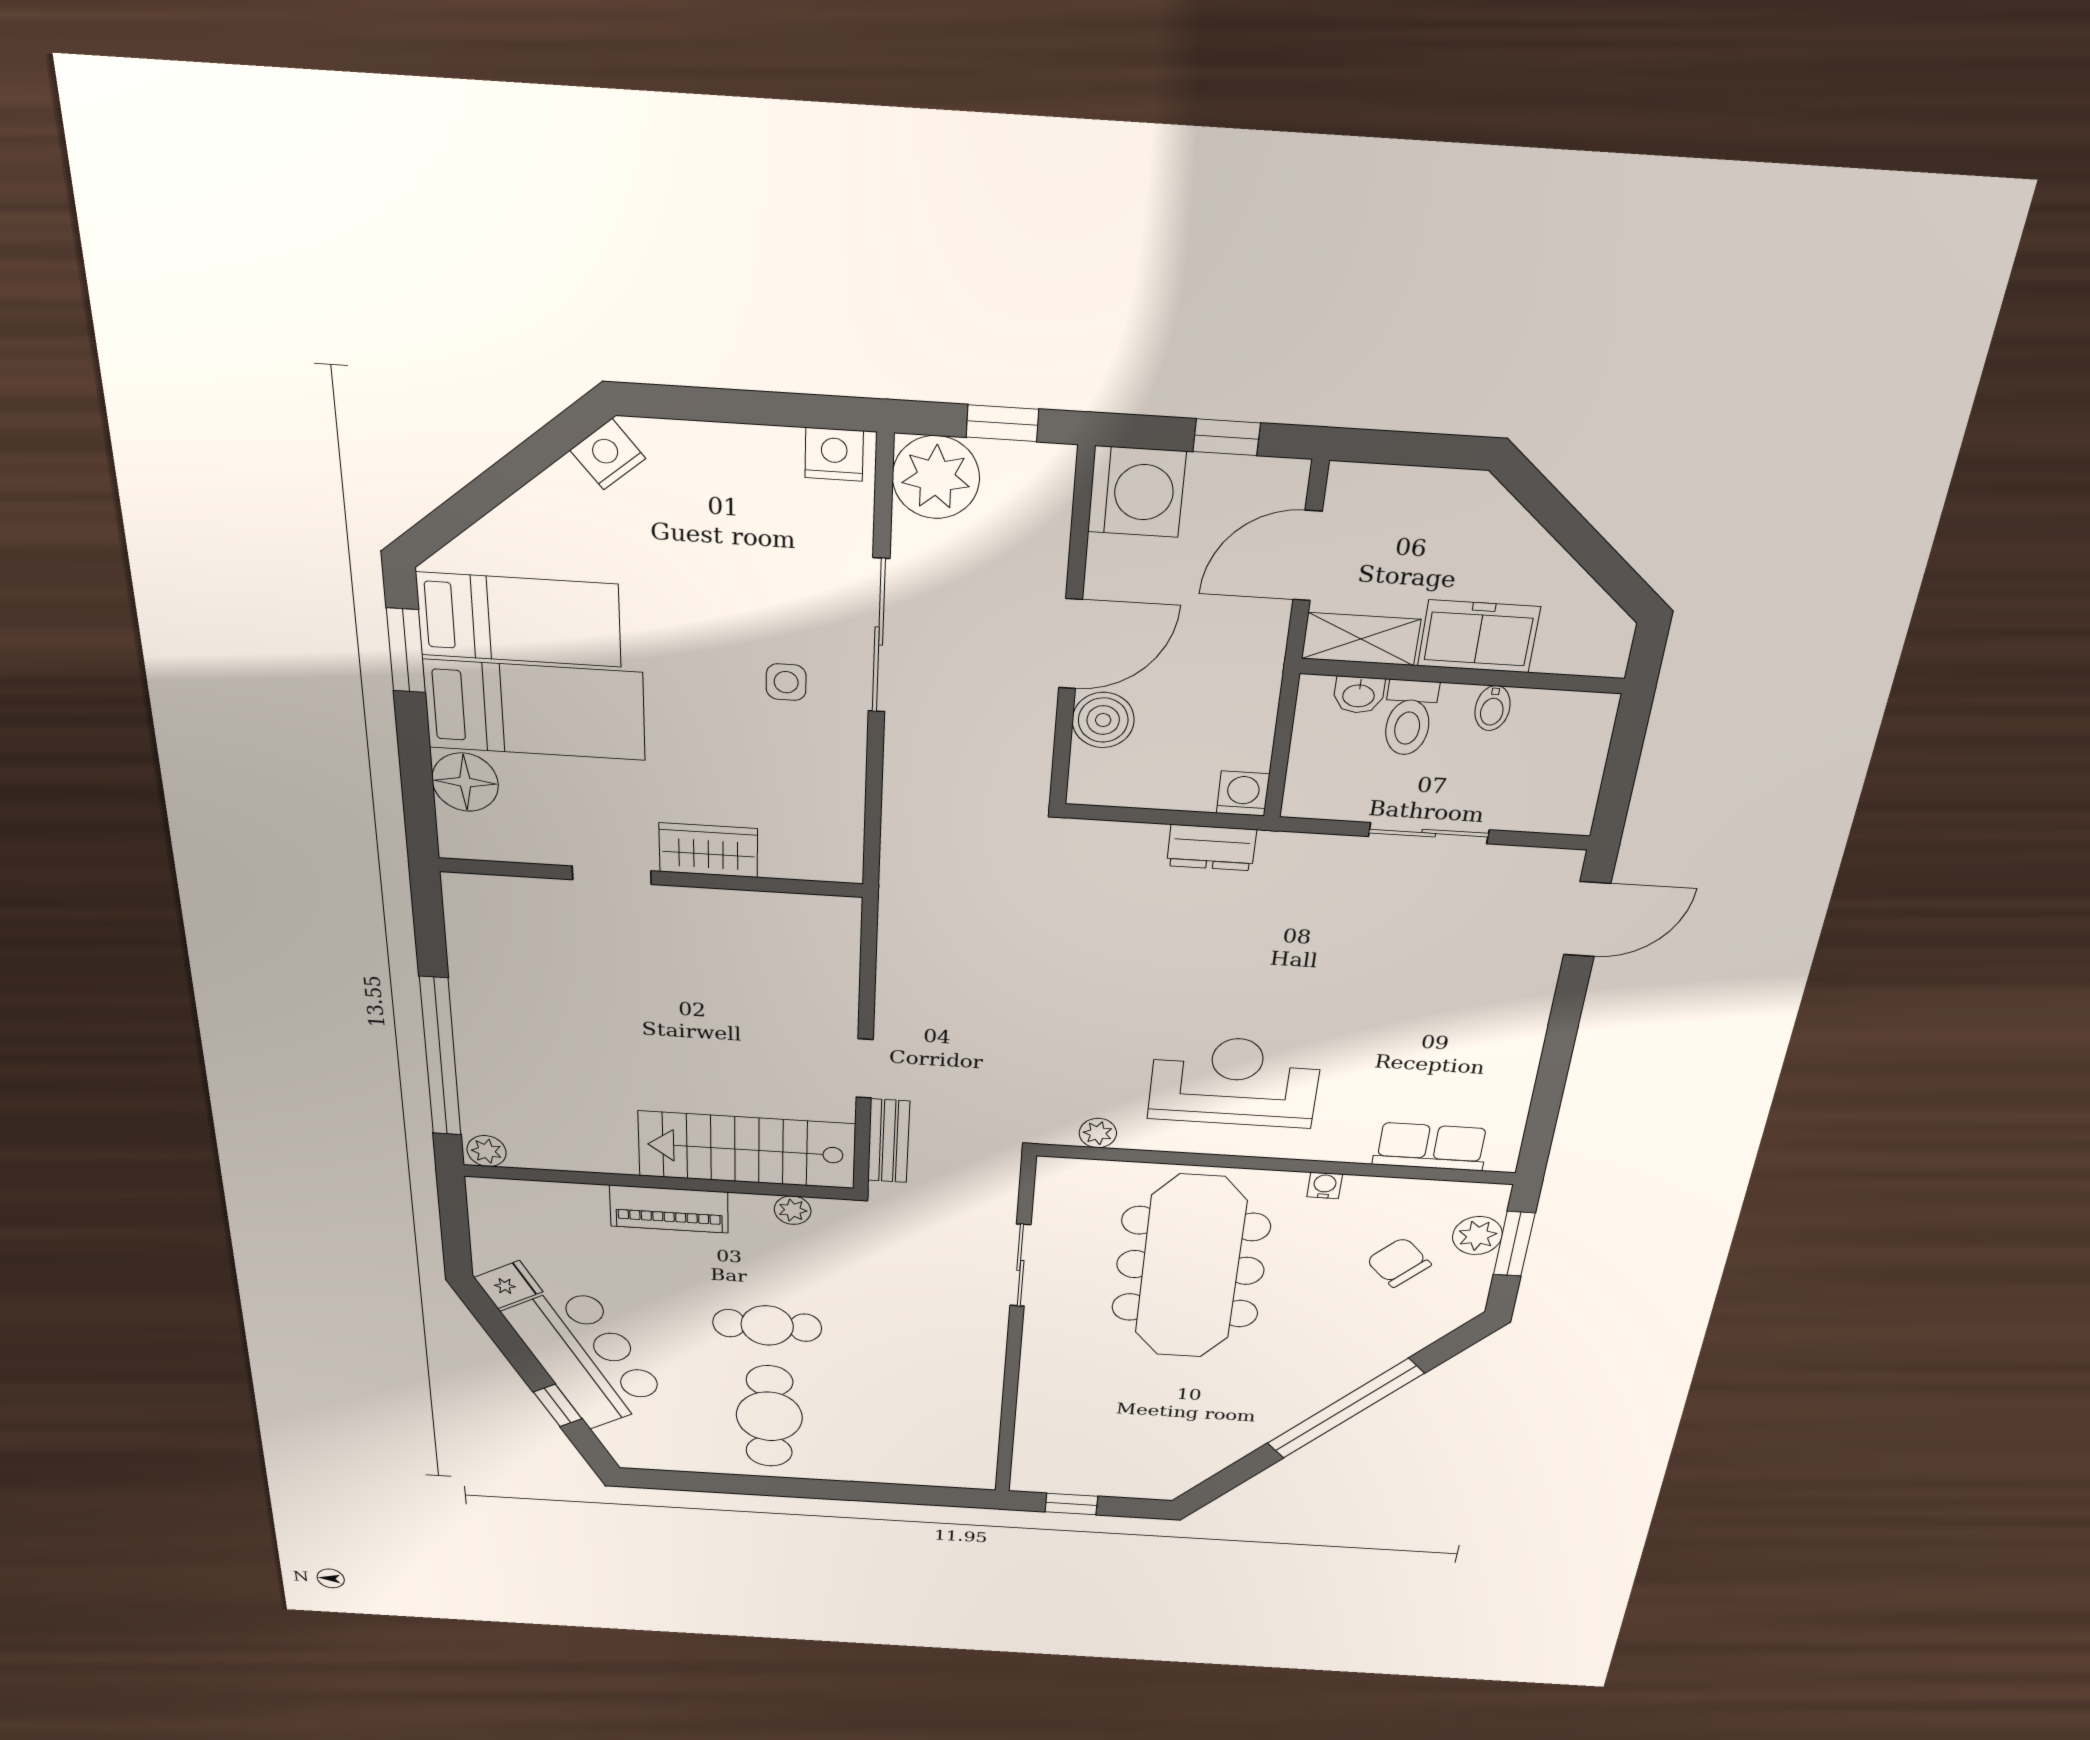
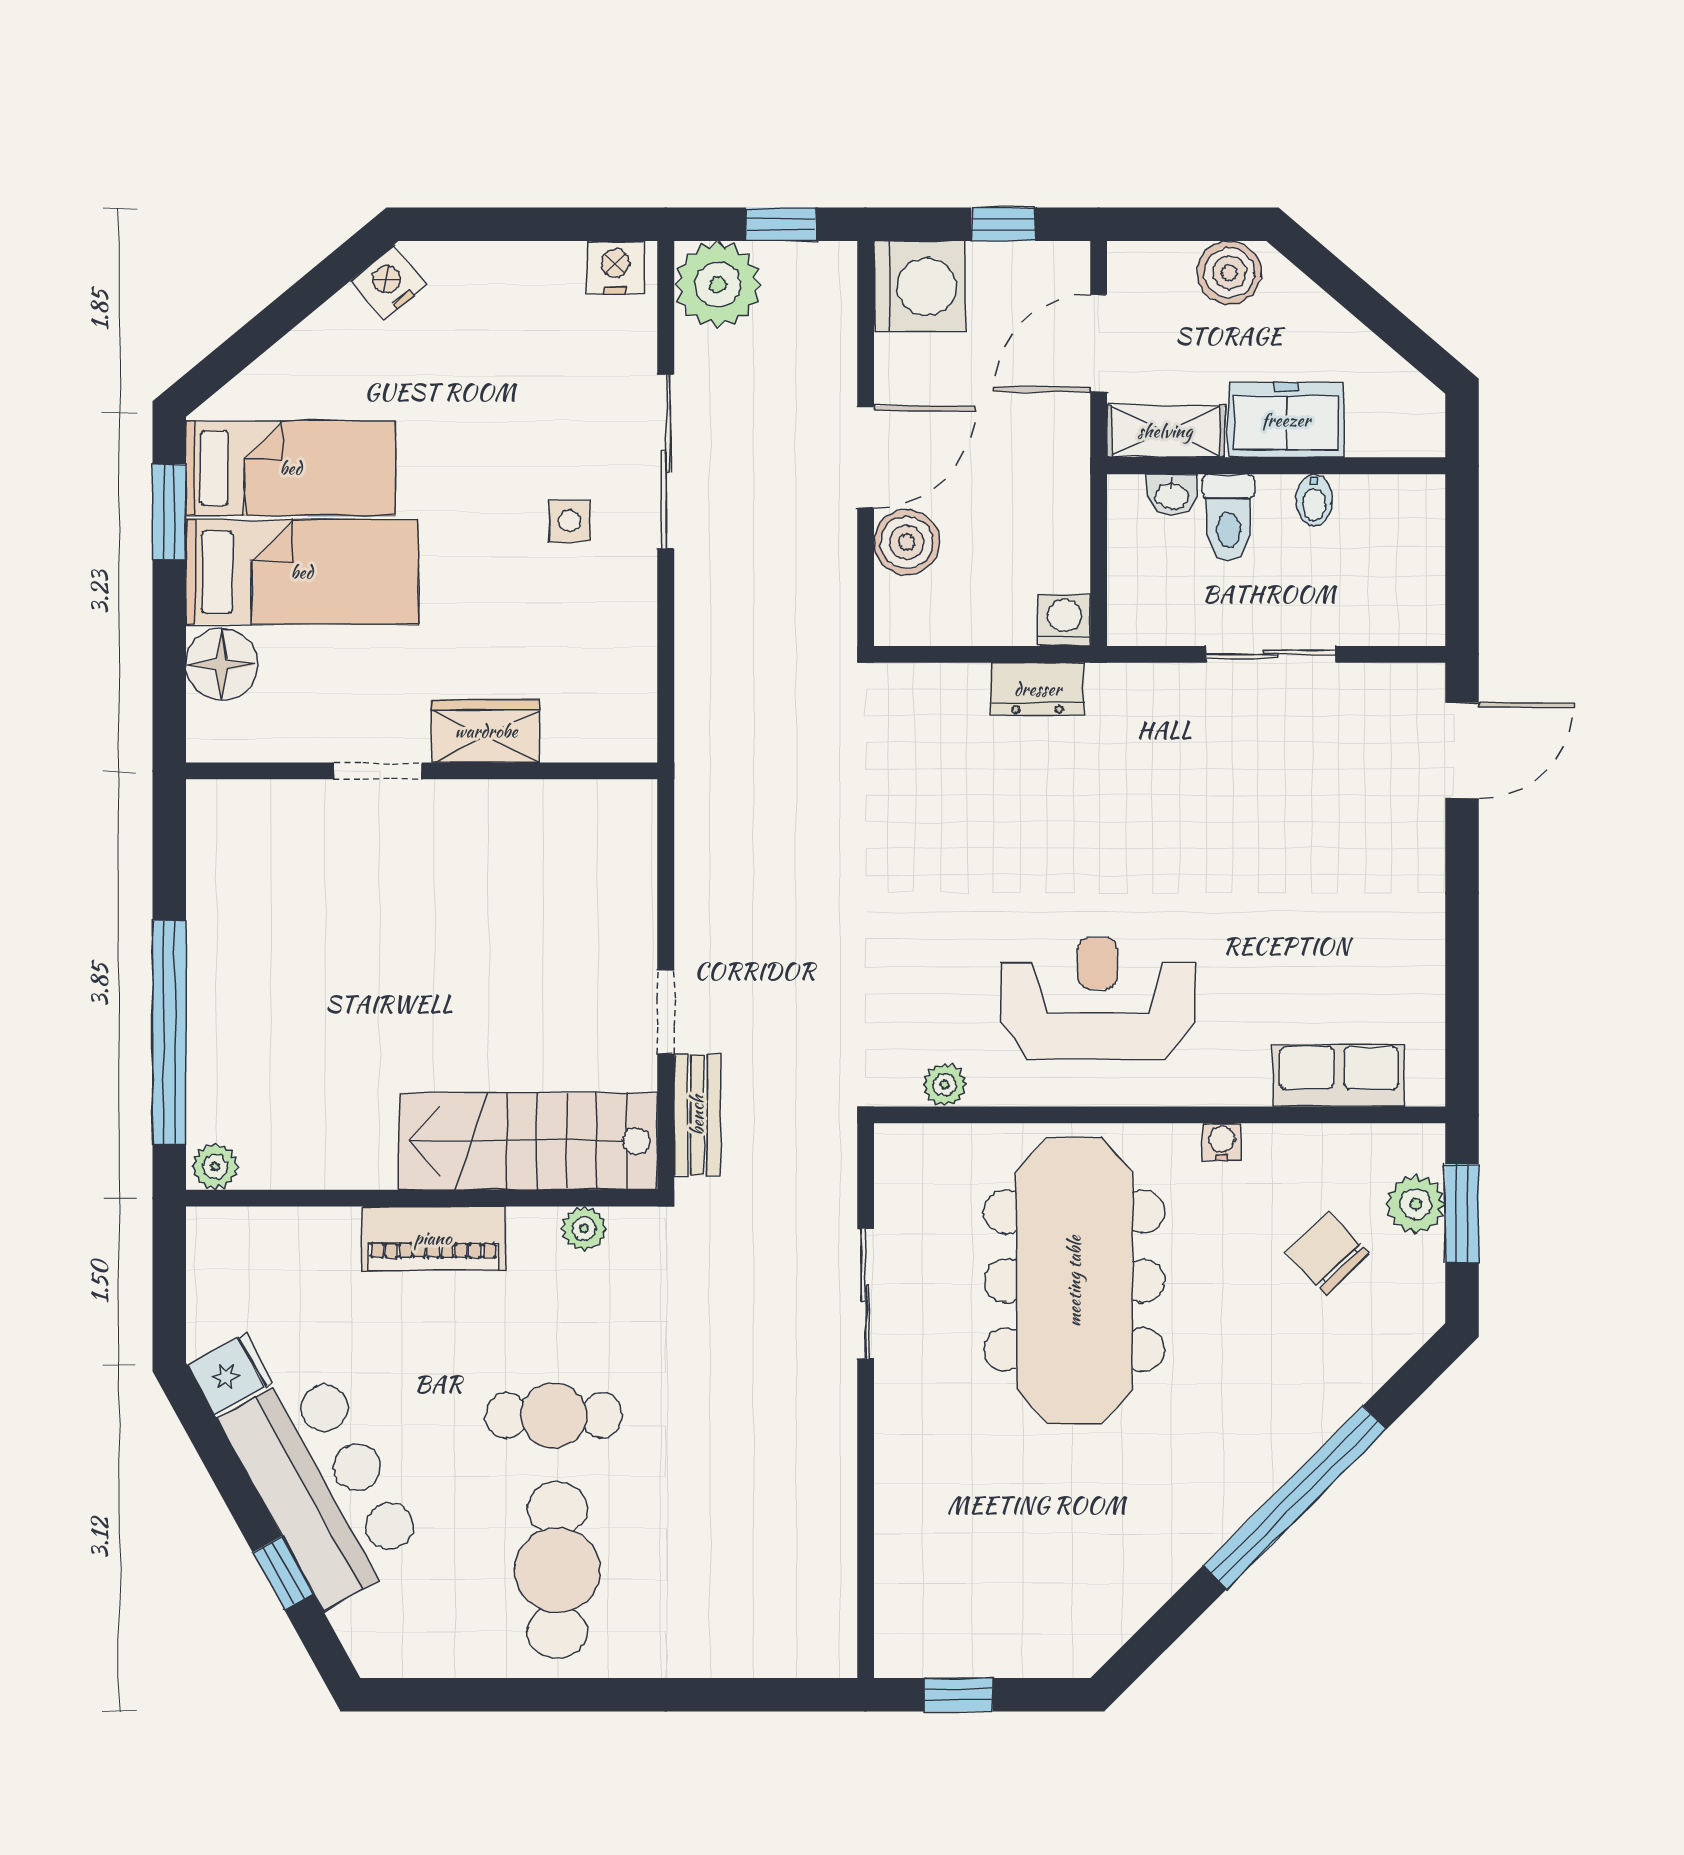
boiler: (1447, 498) -> (1229, 273), added

